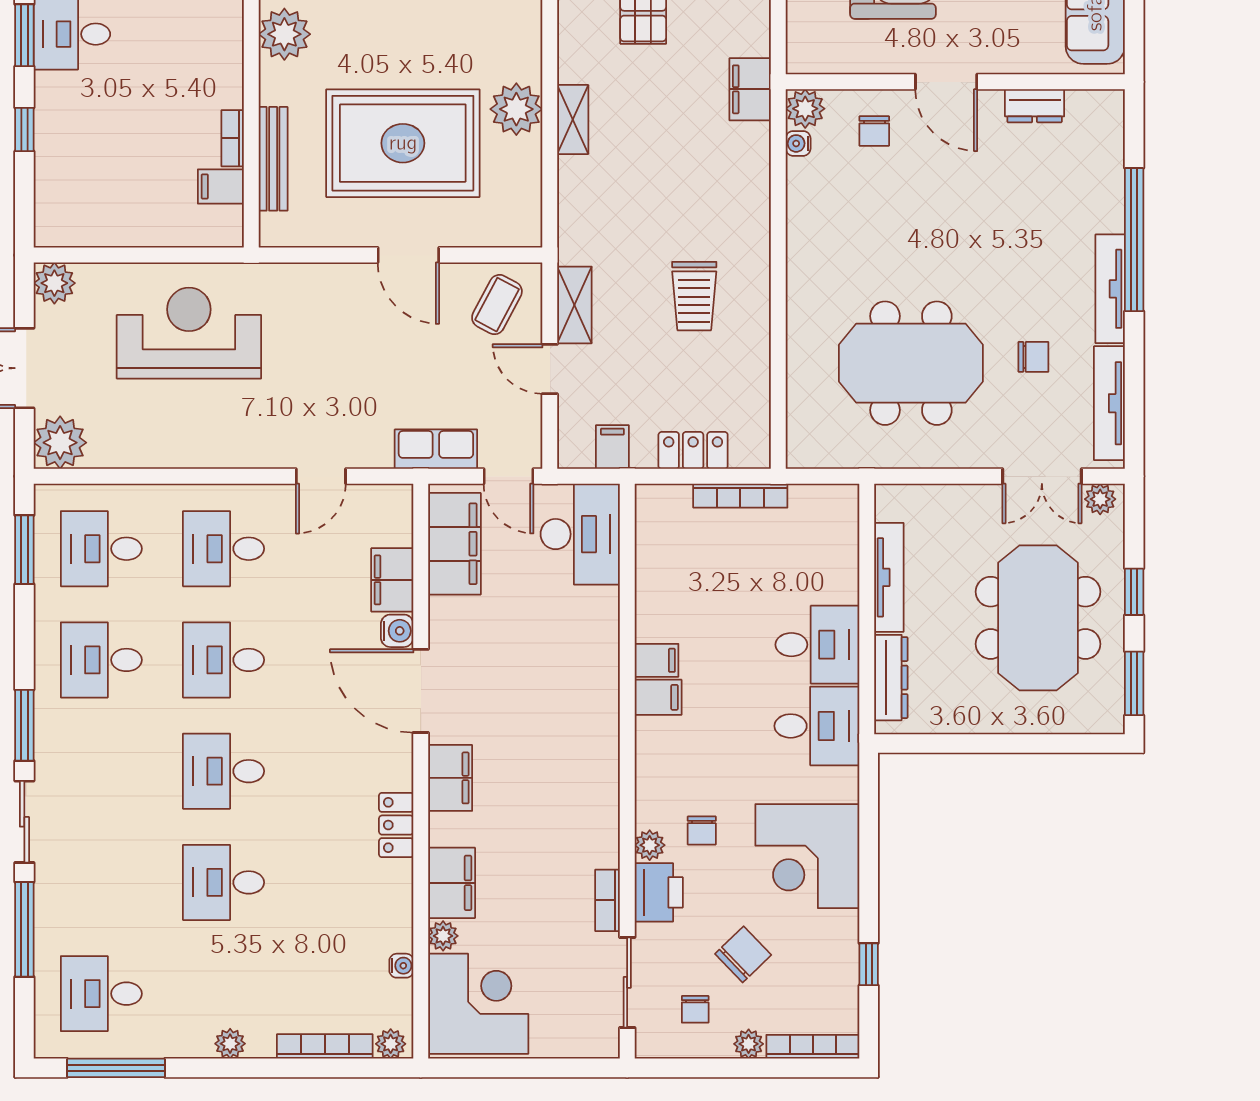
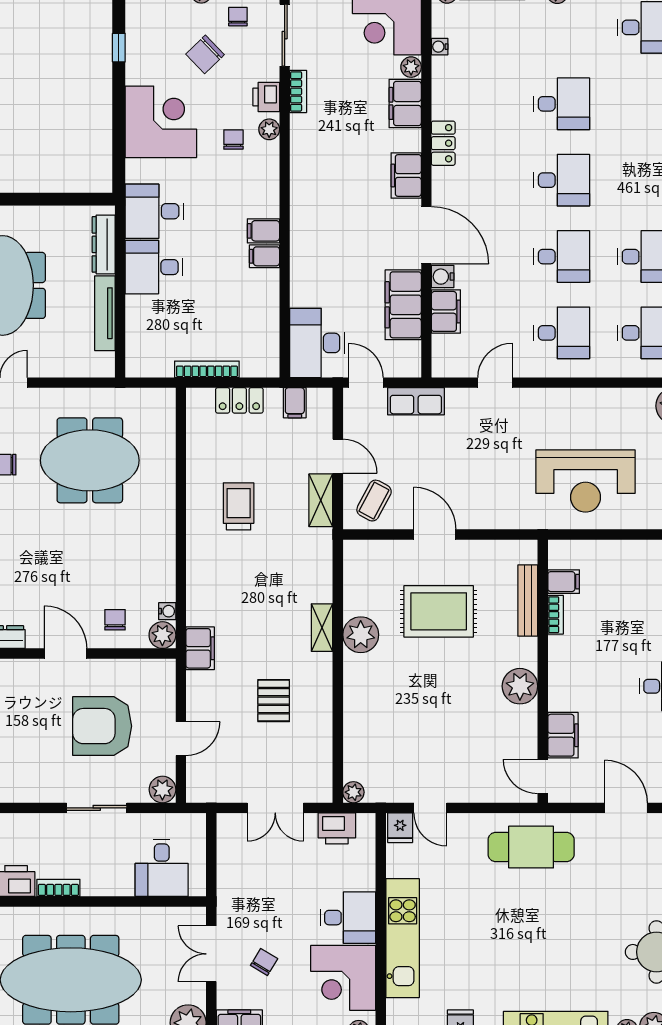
rug: (403, 143) -> (439, 611), width x0.73, depth x0.69
filing cabinet: (455, 544) -> (403, 305), moved
printer: (659, 892) -> (266, 97), width x0.73, depth x0.81

